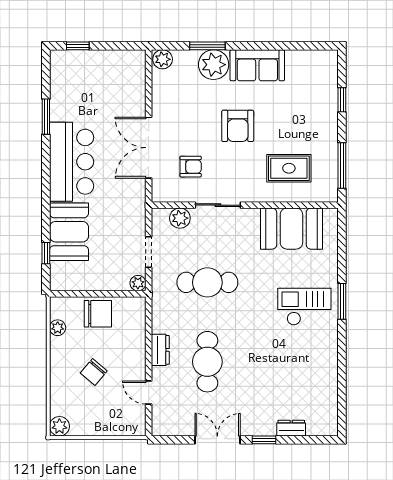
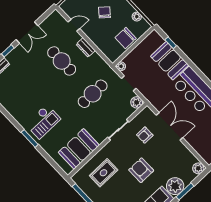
plant: (180, 218) -> (137, 102), moved

